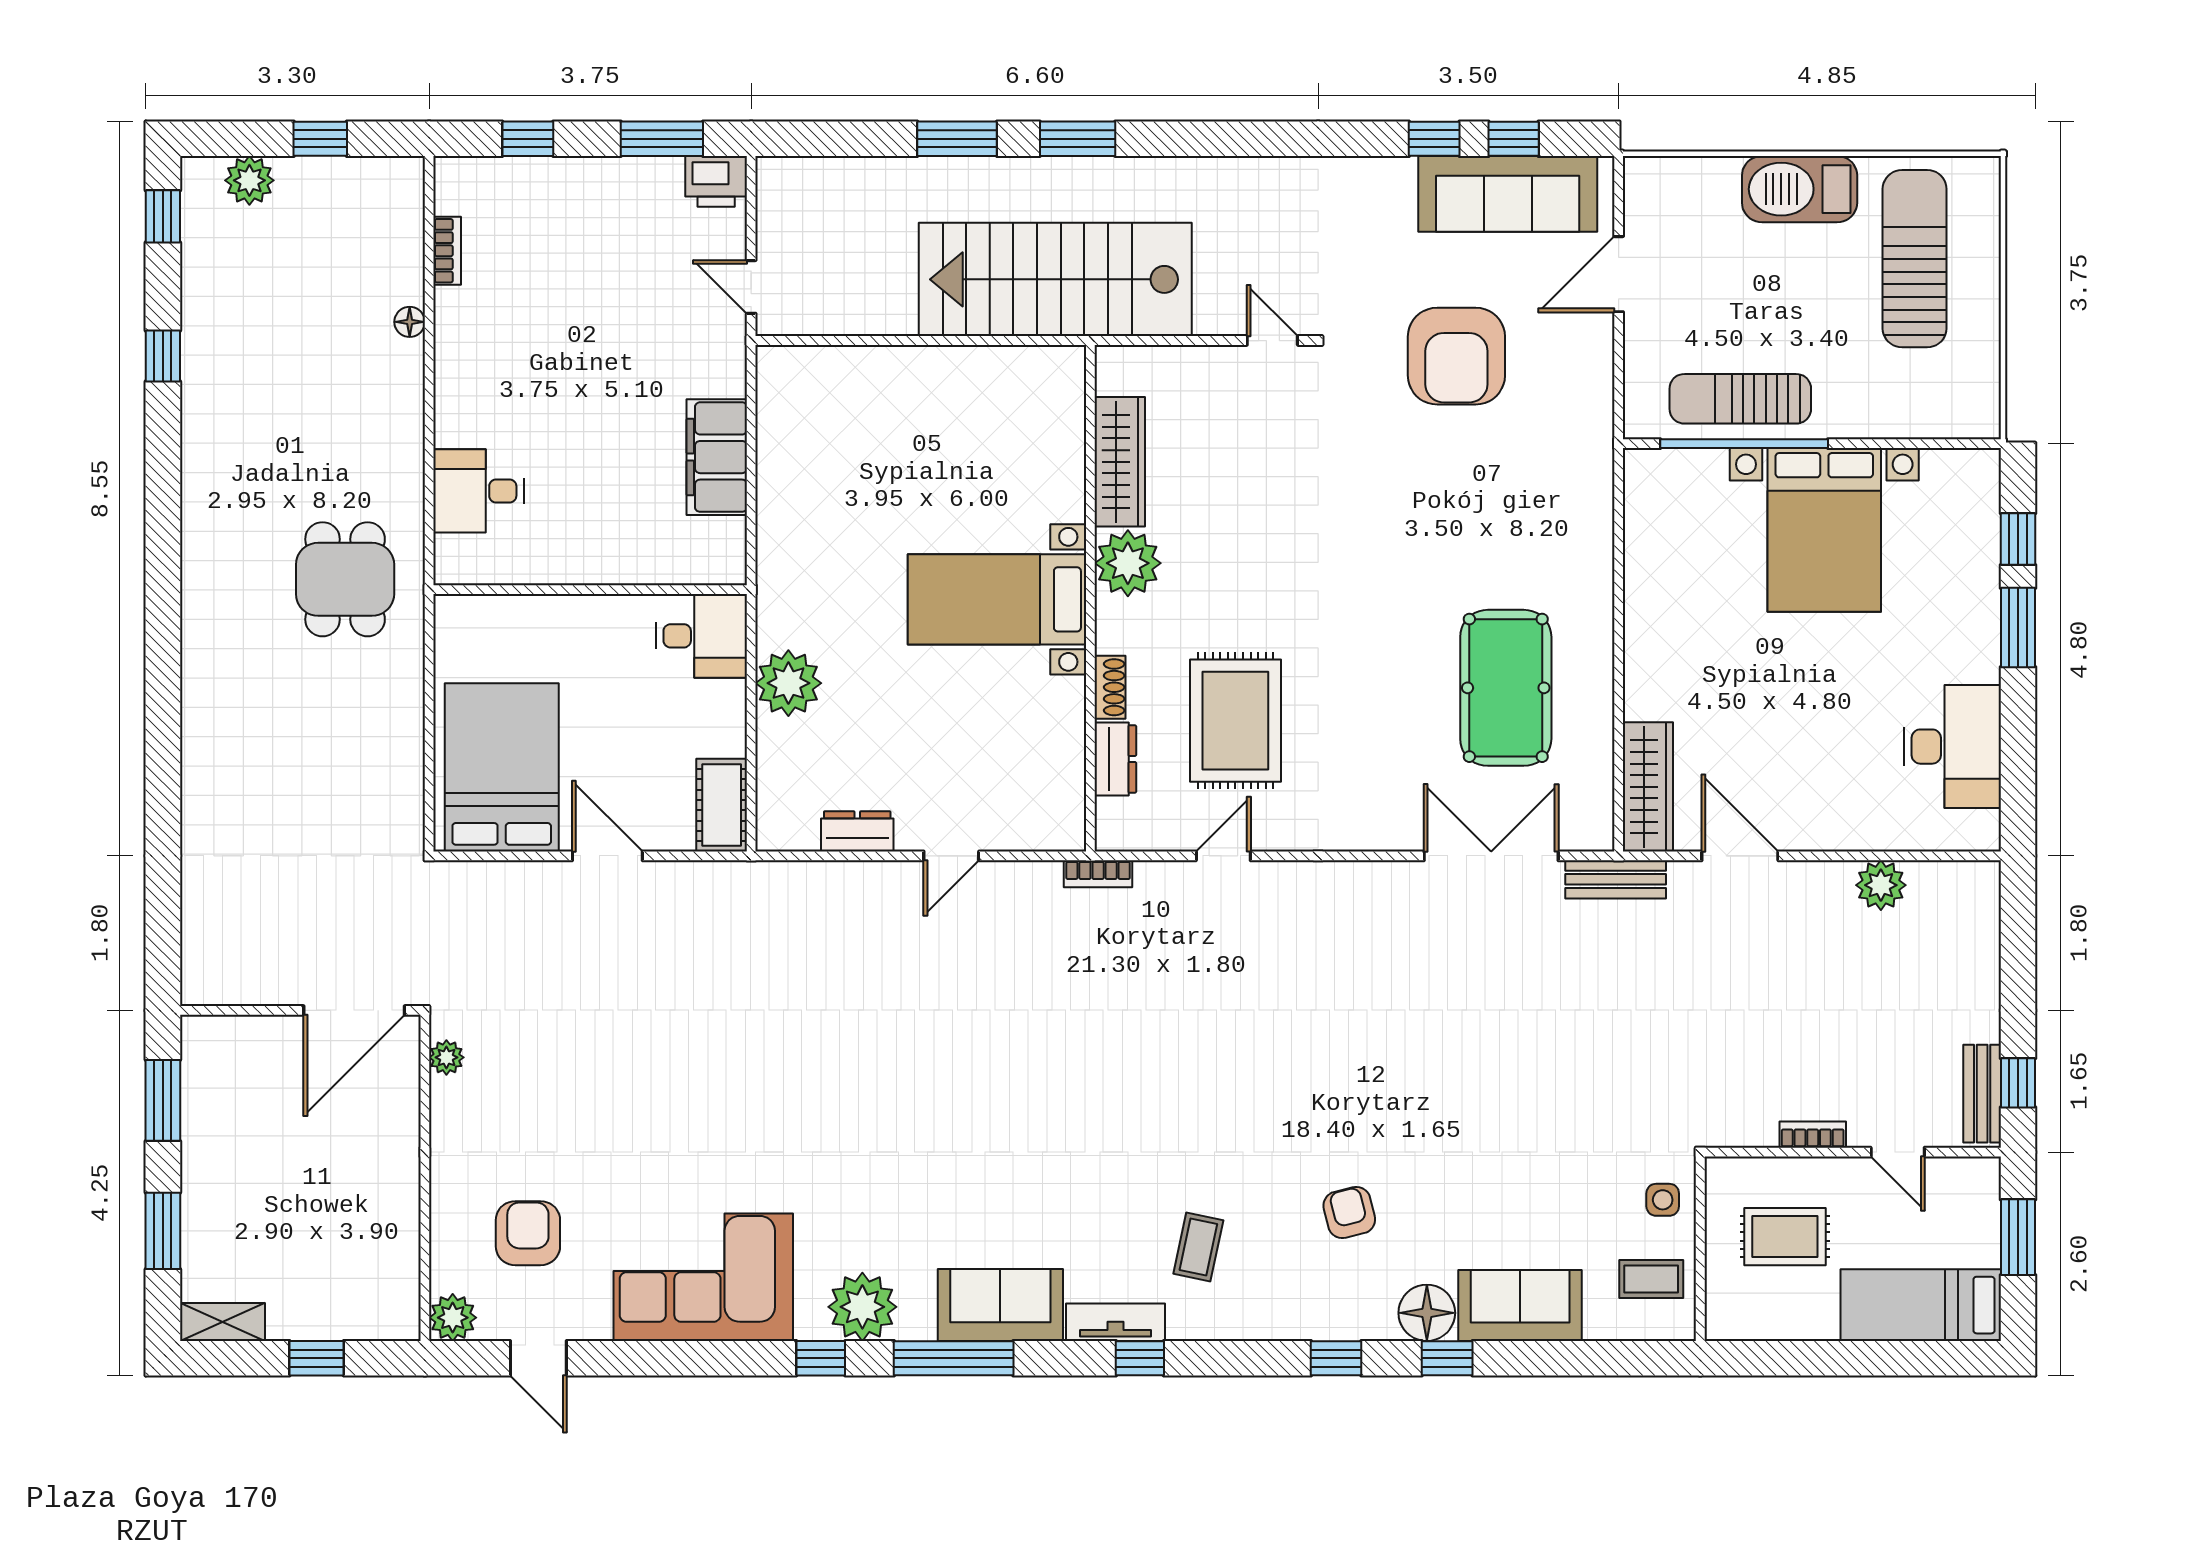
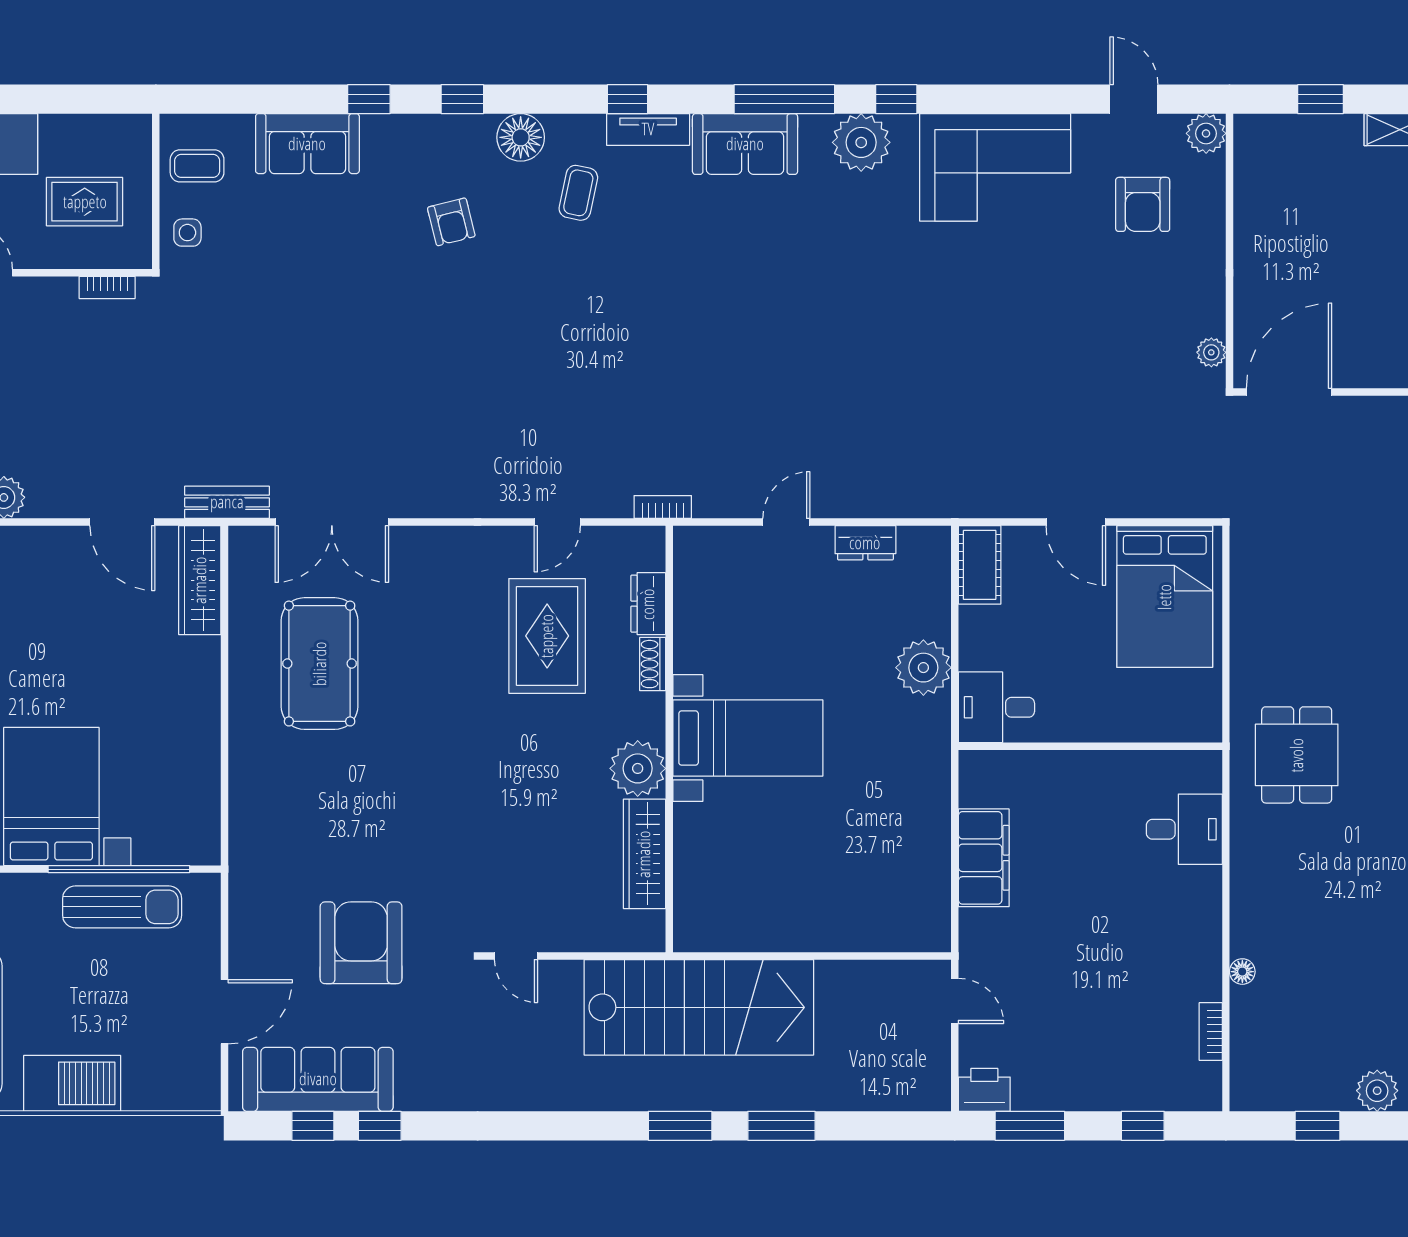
bookcase: (1813, 1135) -> (107, 287), moved
floor lamp: (1427, 1313) -> (521, 137), moved

